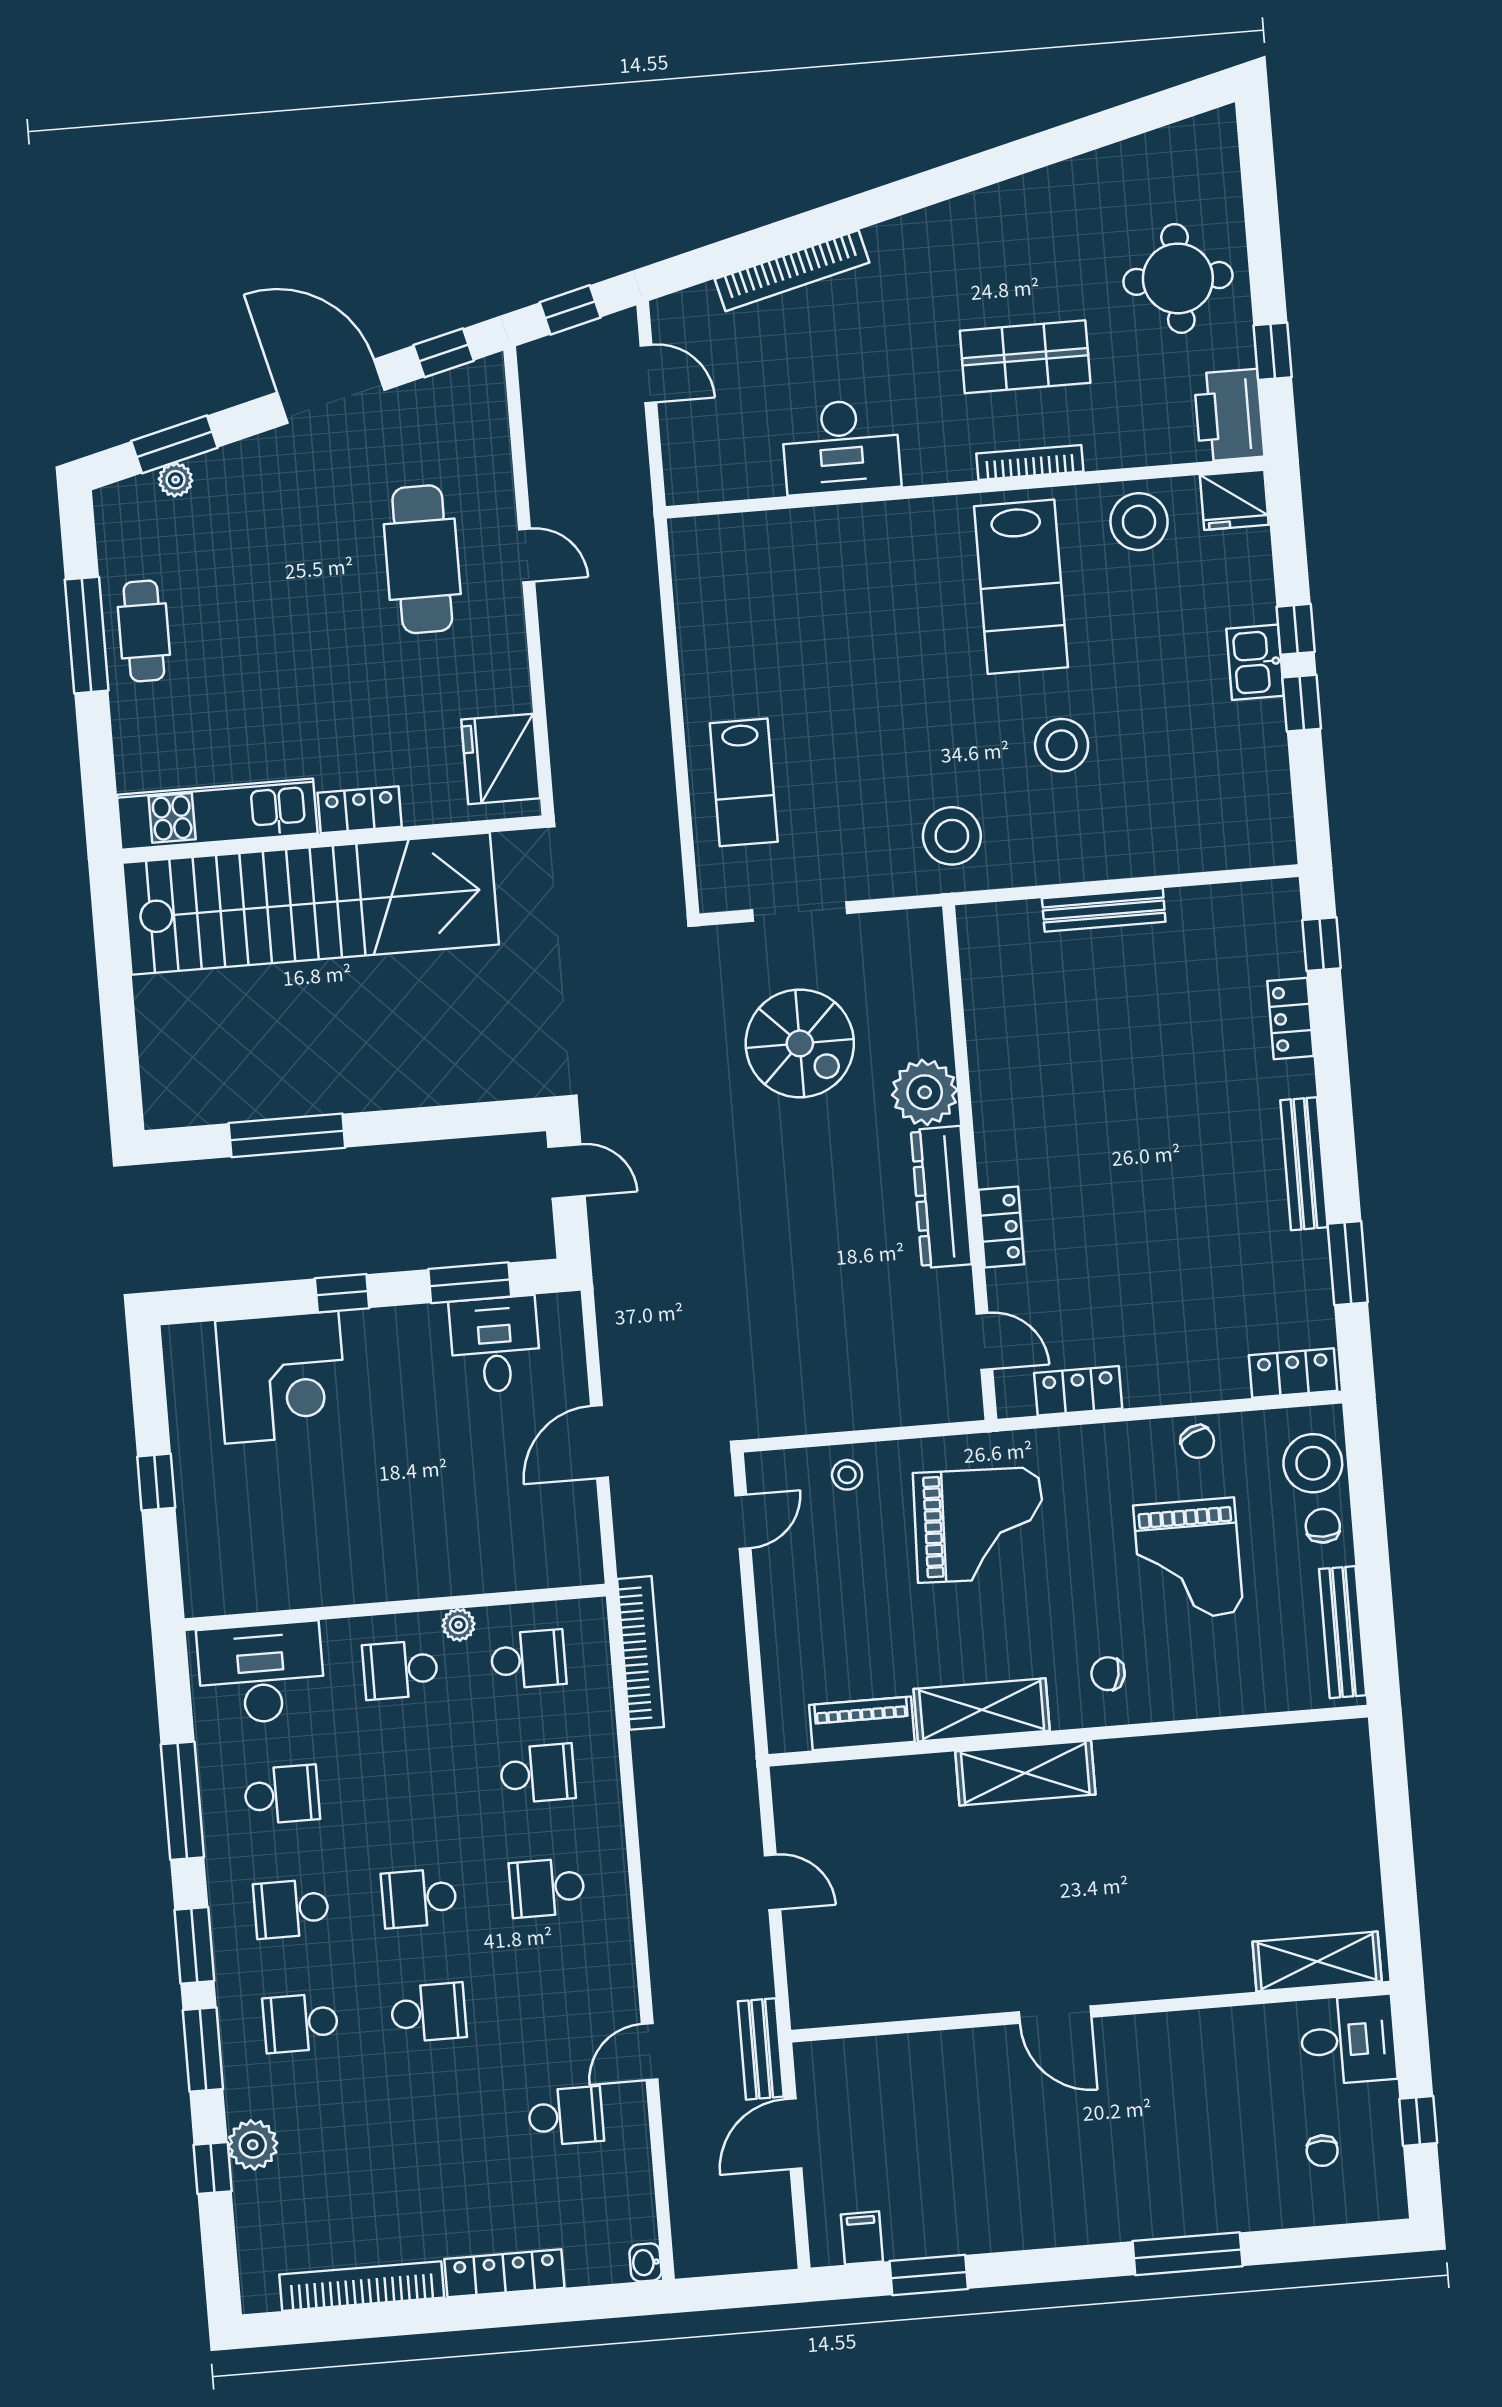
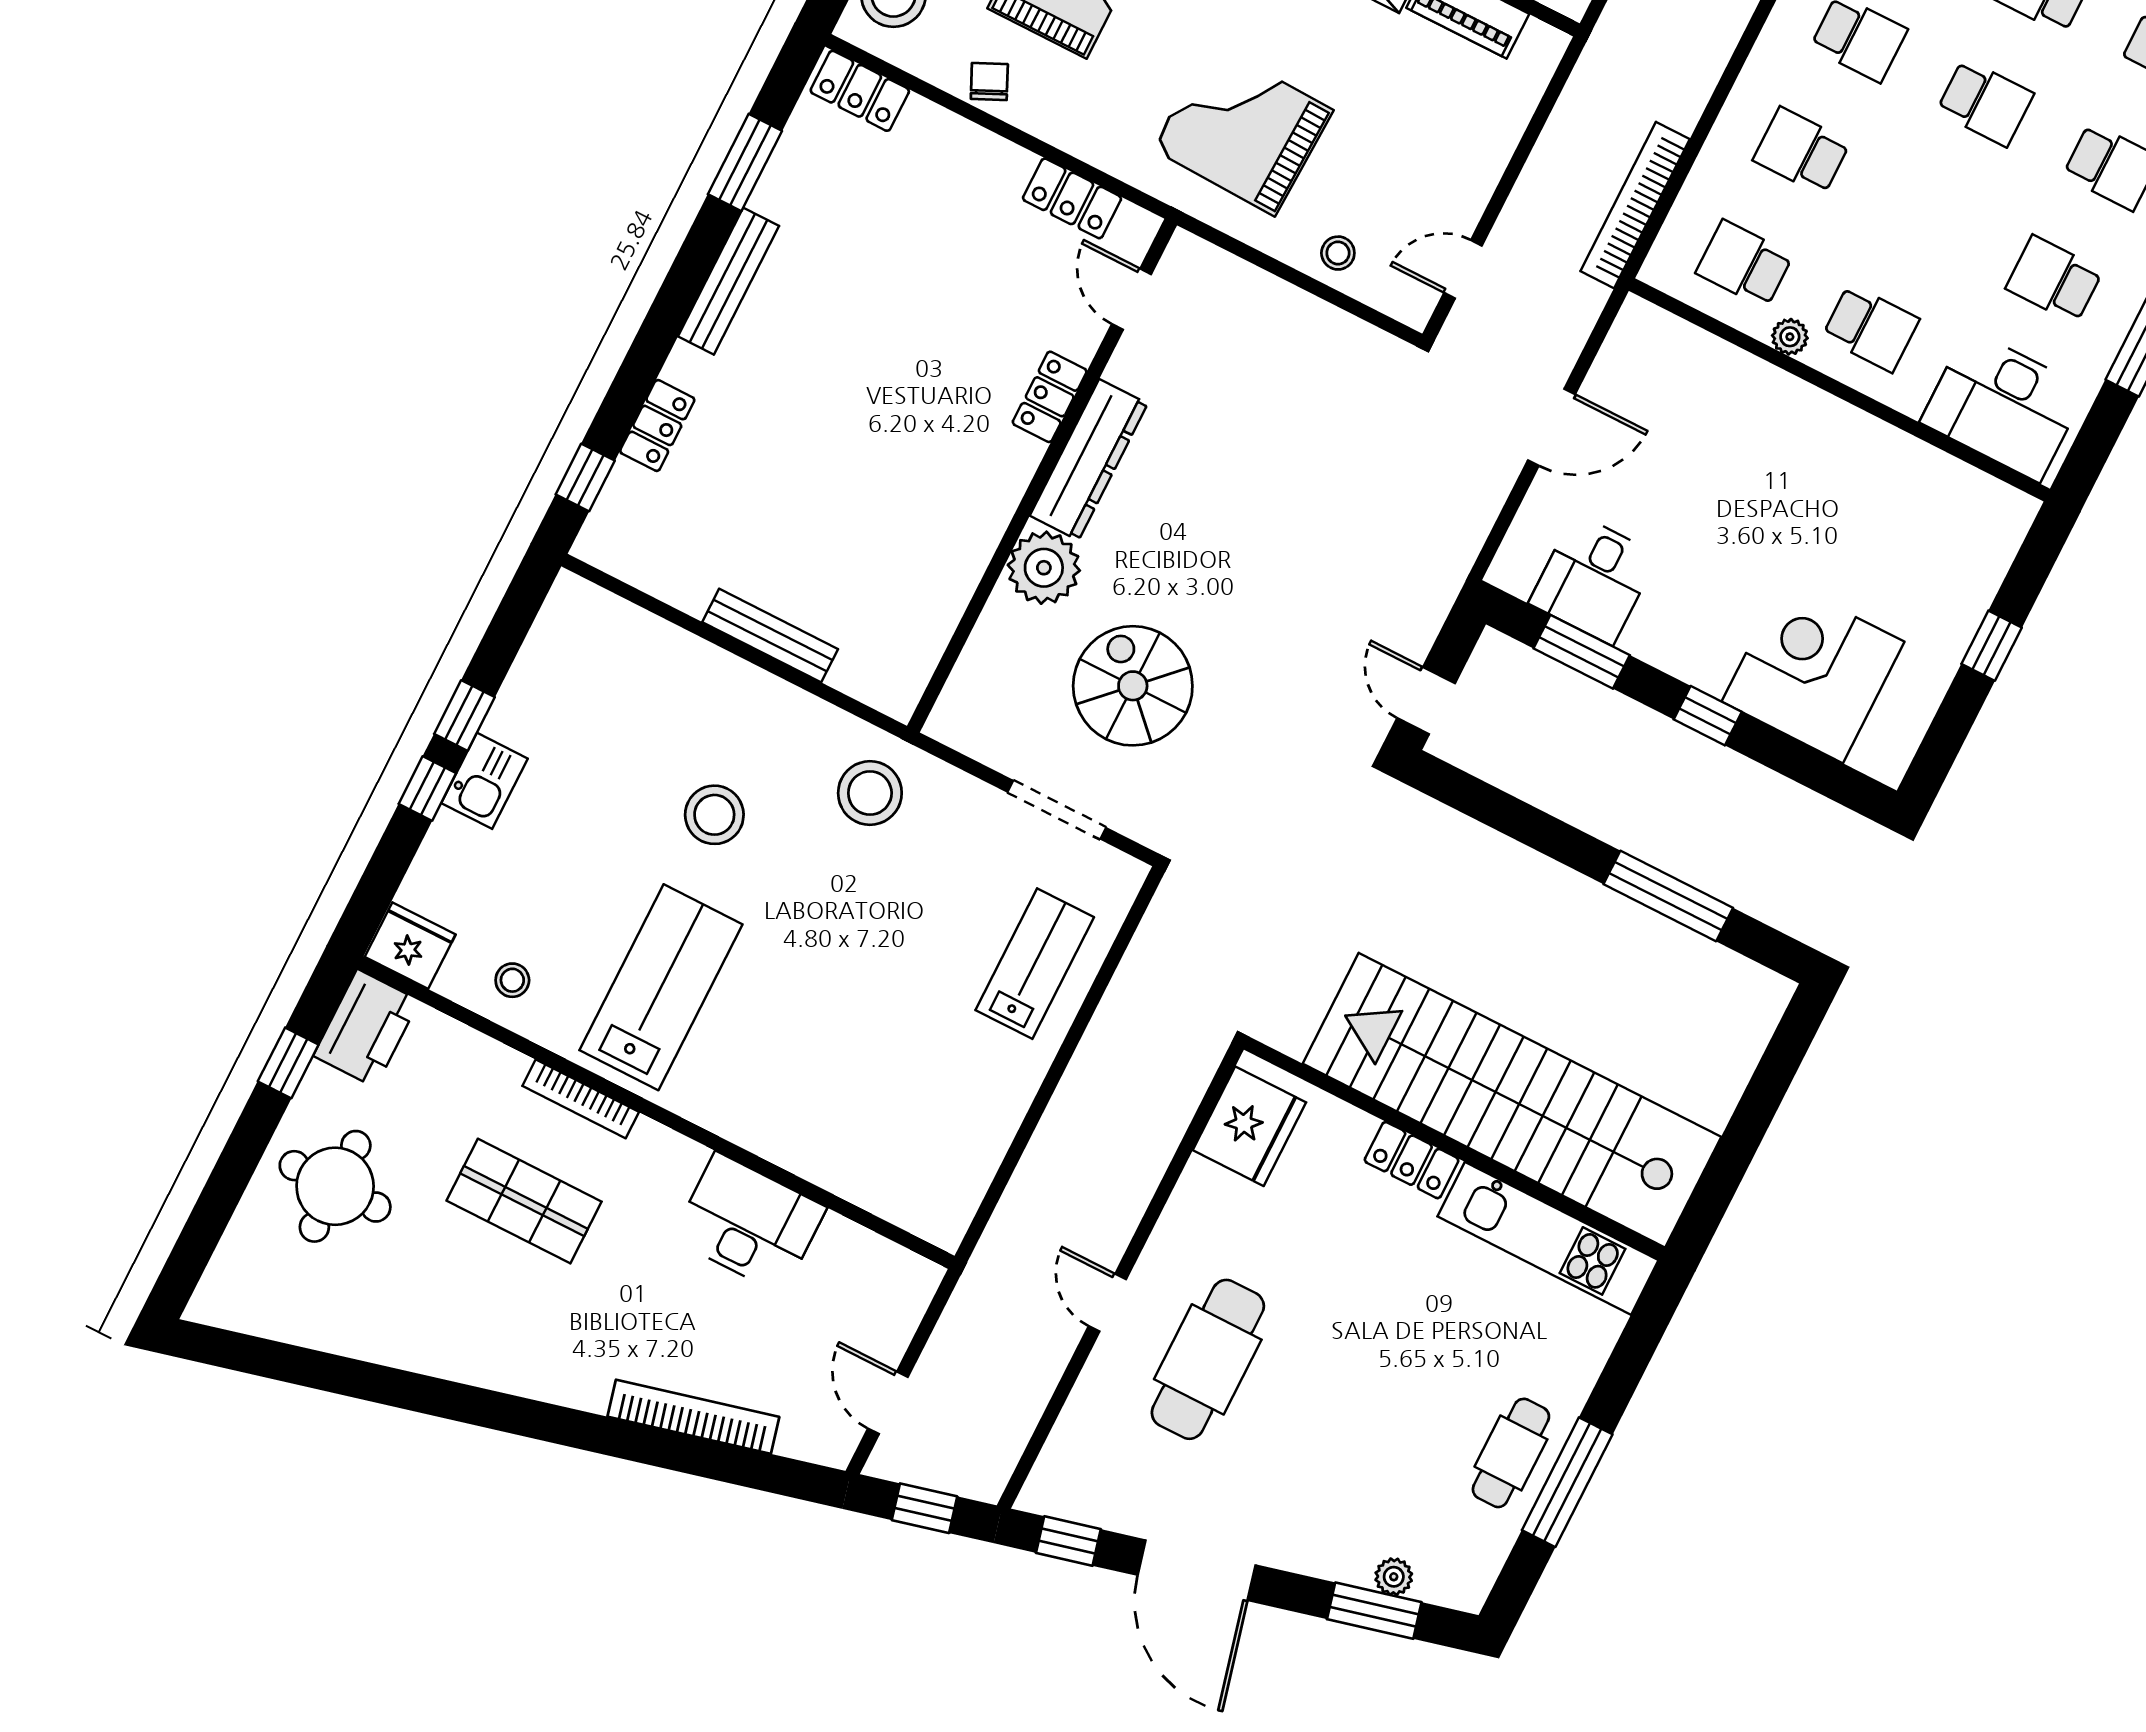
stool: (1139, 522) -> (512, 980), width x0.53, depth x0.53

